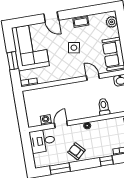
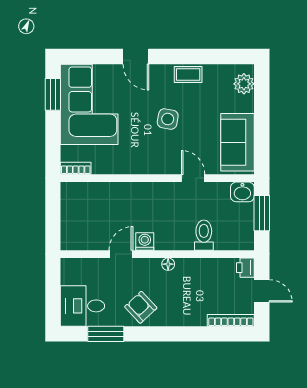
window: (13, 61) -> (53, 94), moved
washing machine: (46, 120) -> (145, 241), moved
desk: (42, 141) -> (82, 306), moved
window: (106, 161) -> (192, 334), removed

